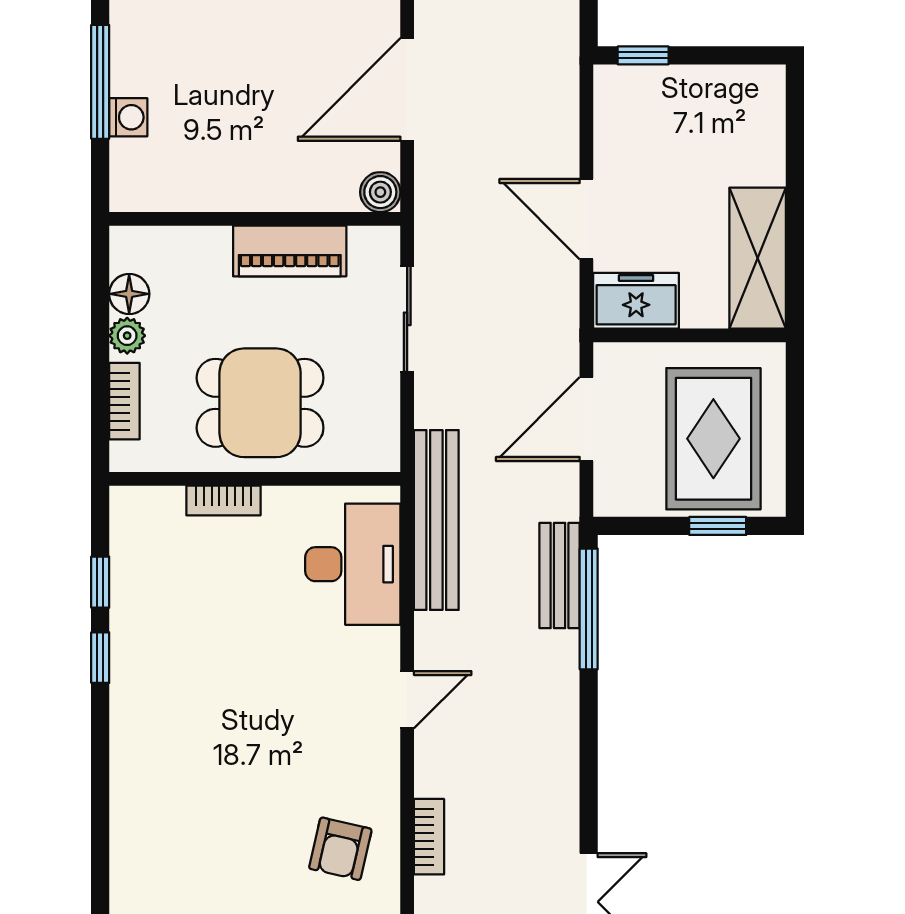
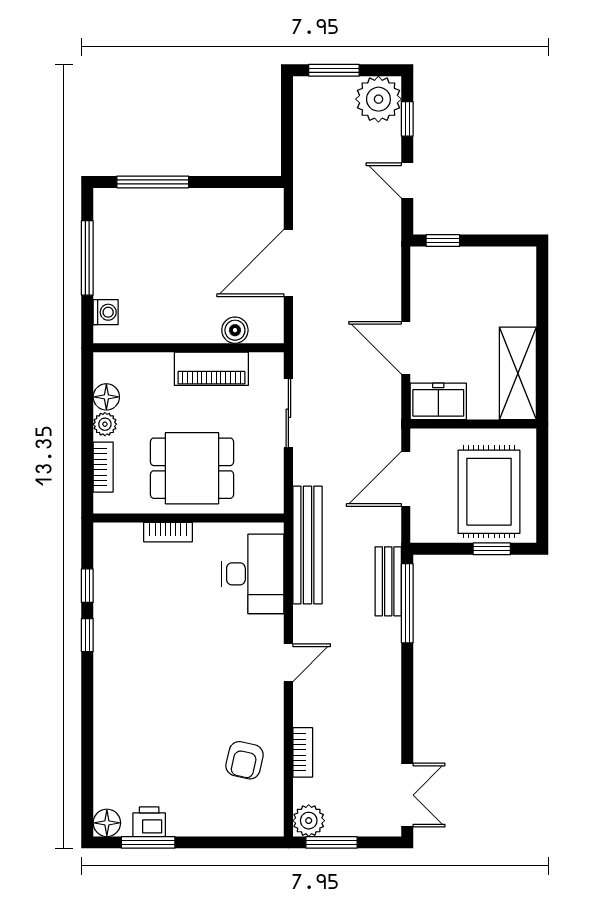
washing machine: (128, 117) -> (106, 312), moved
boiler: (380, 192) -> (235, 330), moved

